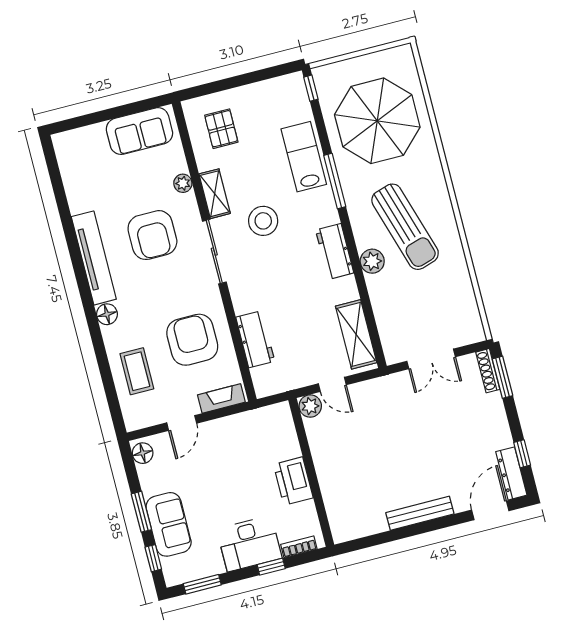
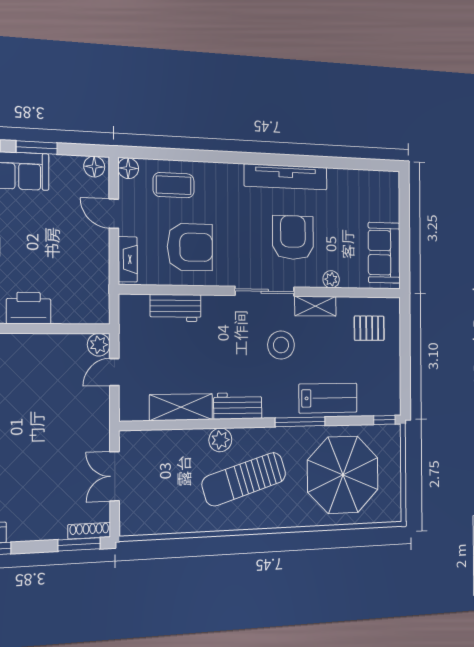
armchair: (152, 235) -> (293, 238), turned 90
floor lamp: (107, 314) -> (128, 168), moved
shelving: (356, 334) -> (181, 407), moved

